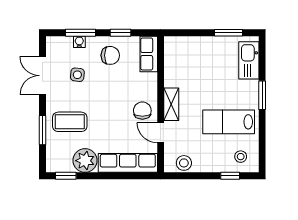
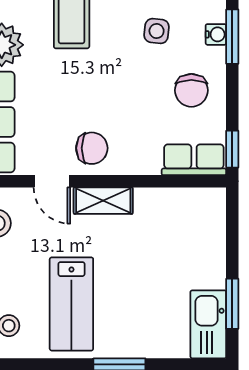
window: (121, 33) -> (232, 149), moved
kitchen sink: (249, 60) -> (208, 324), moved, turned -90
lab bench: (229, 122) -> (71, 304), turned 180
door: (161, 133) -> (52, 181), swing flipped

